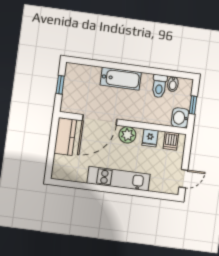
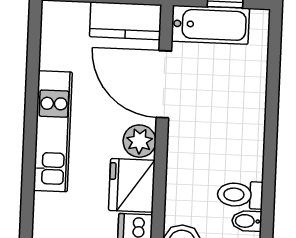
bathtub: (121, 79) -> (210, 25), moved, turned -90
fridge: (150, 138) -> (132, 185), width x1.88, depth x1.34

